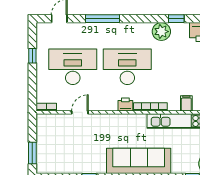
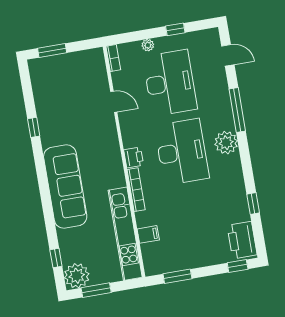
plant: (161, 32) -> (226, 143), moved
plant: (41, 79) -> (148, 45), added

